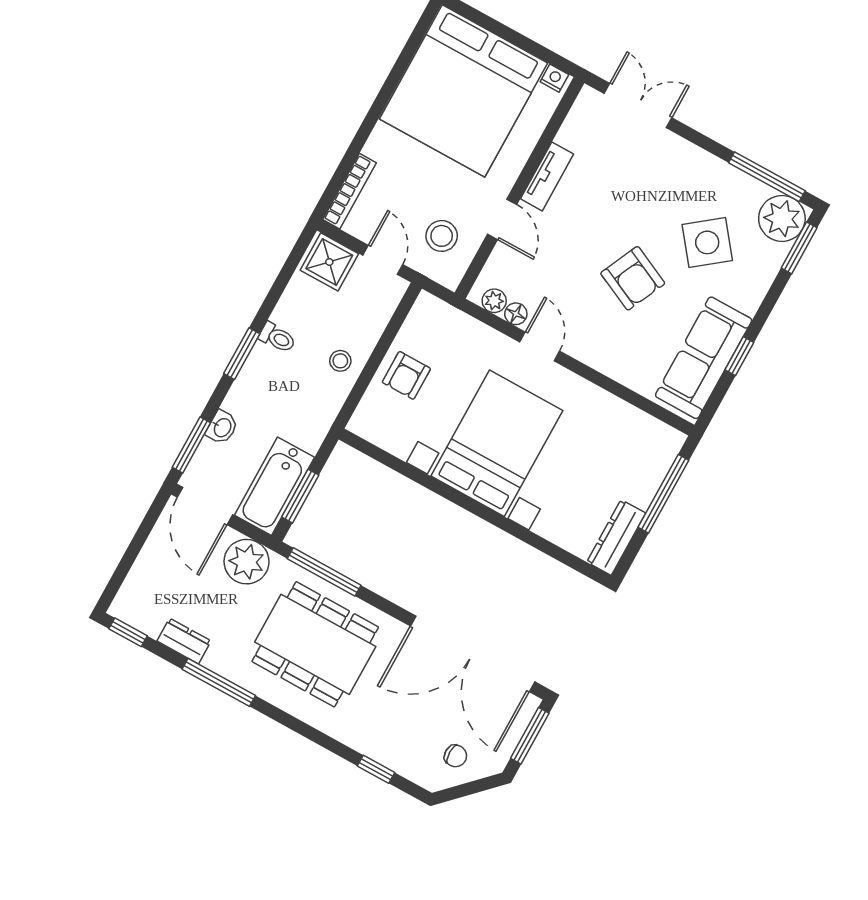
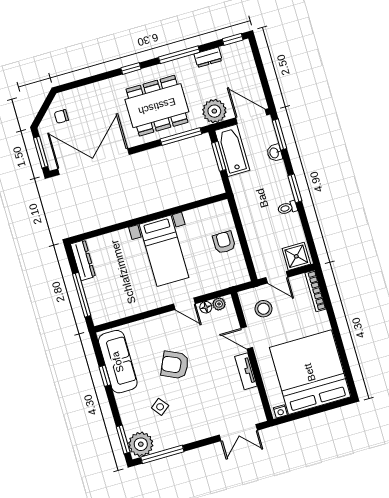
side table: (707, 242) -> (160, 407), width x0.54, depth x0.54
stool: (340, 361) -> (255, 223), removed
bed with nightstands: (497, 443) -> (164, 251), width x0.73
window: (376, 769) -> (131, 68), moved

